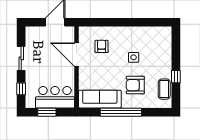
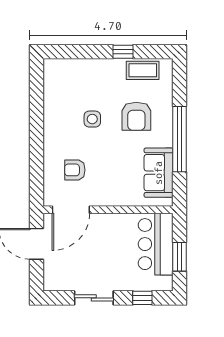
door: (77, 55) -> (71, 210), moved
sofa: (100, 99) -> (159, 173), width x0.73

